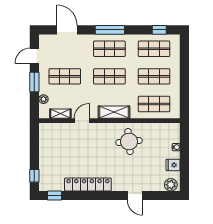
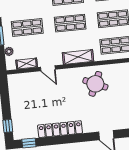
door: (82, 121) -> (48, 68), swing flipped
round table: (129, 142) -> (95, 84), turned 30

